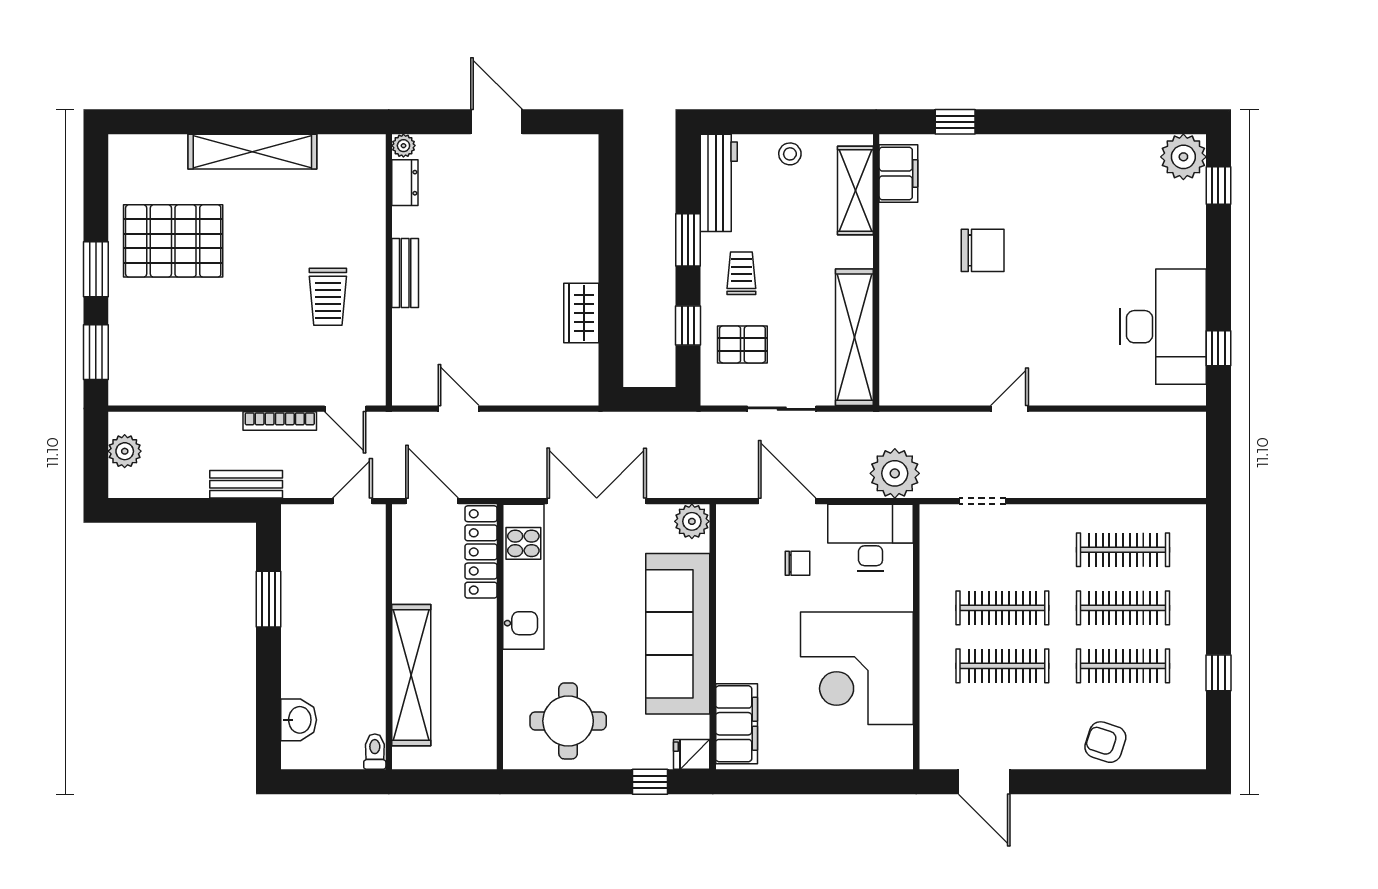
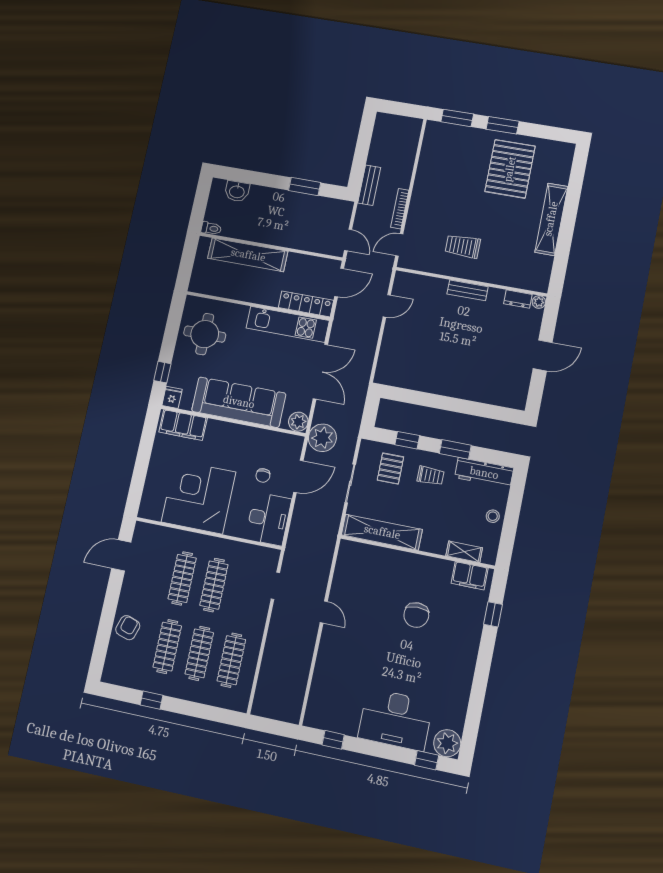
shelving: (855, 190) -> (464, 552), width x0.67, depth x0.75
wardrobe: (581, 313) -> (426, 383), removed
desk: (1163, 327) -> (395, 719), moved
plant: (125, 451) -> (400, 124), removed
plant: (895, 473) -> (322, 438), moved

